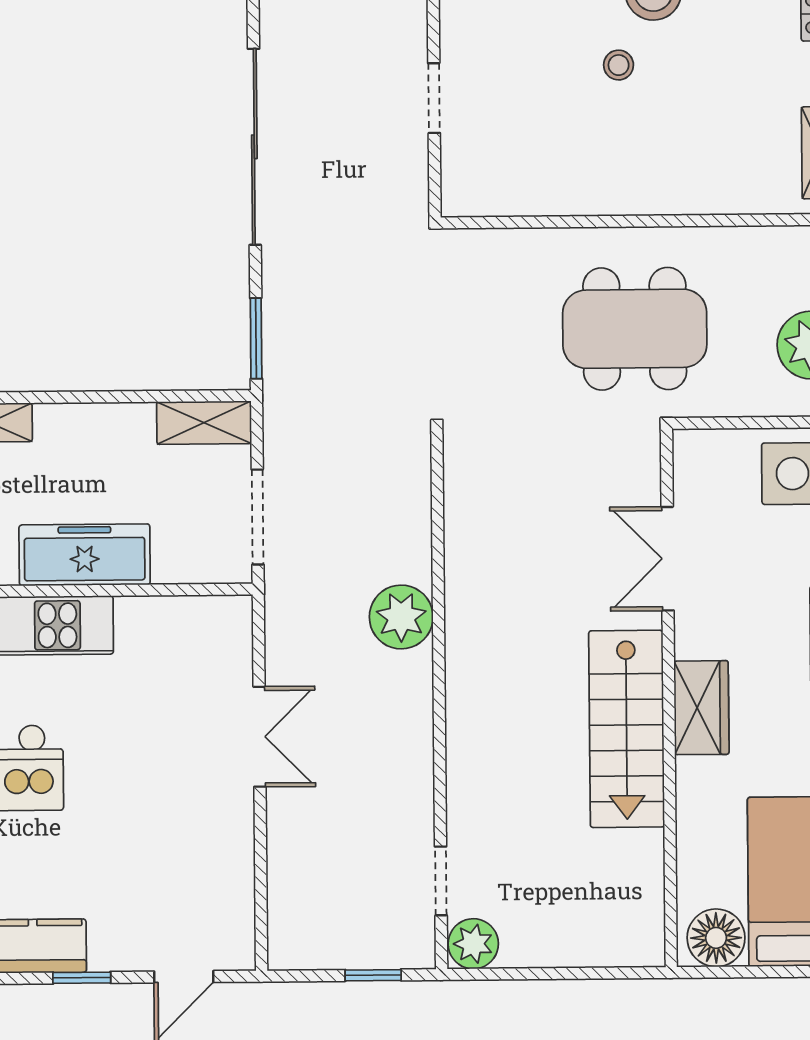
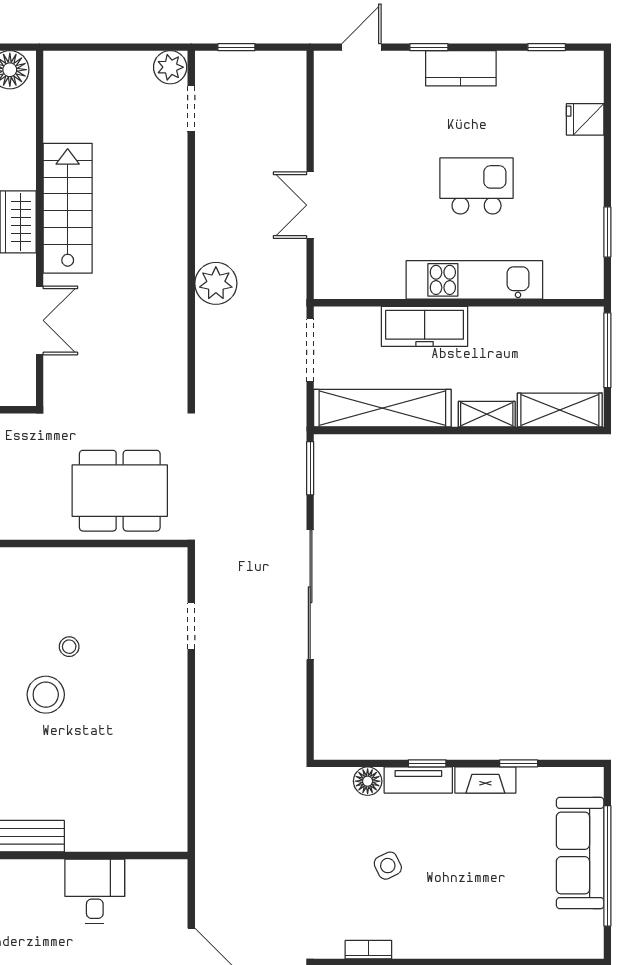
dining table: (635, 329) -> (120, 491), moved
shelving: (204, 423) -> (382, 408), width x2.20, depth x1.33

